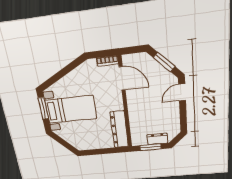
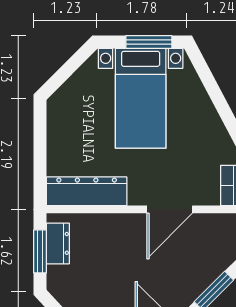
door: (122, 78) -> (170, 209), moved
dresser: (157, 139) -> (58, 243), moved

